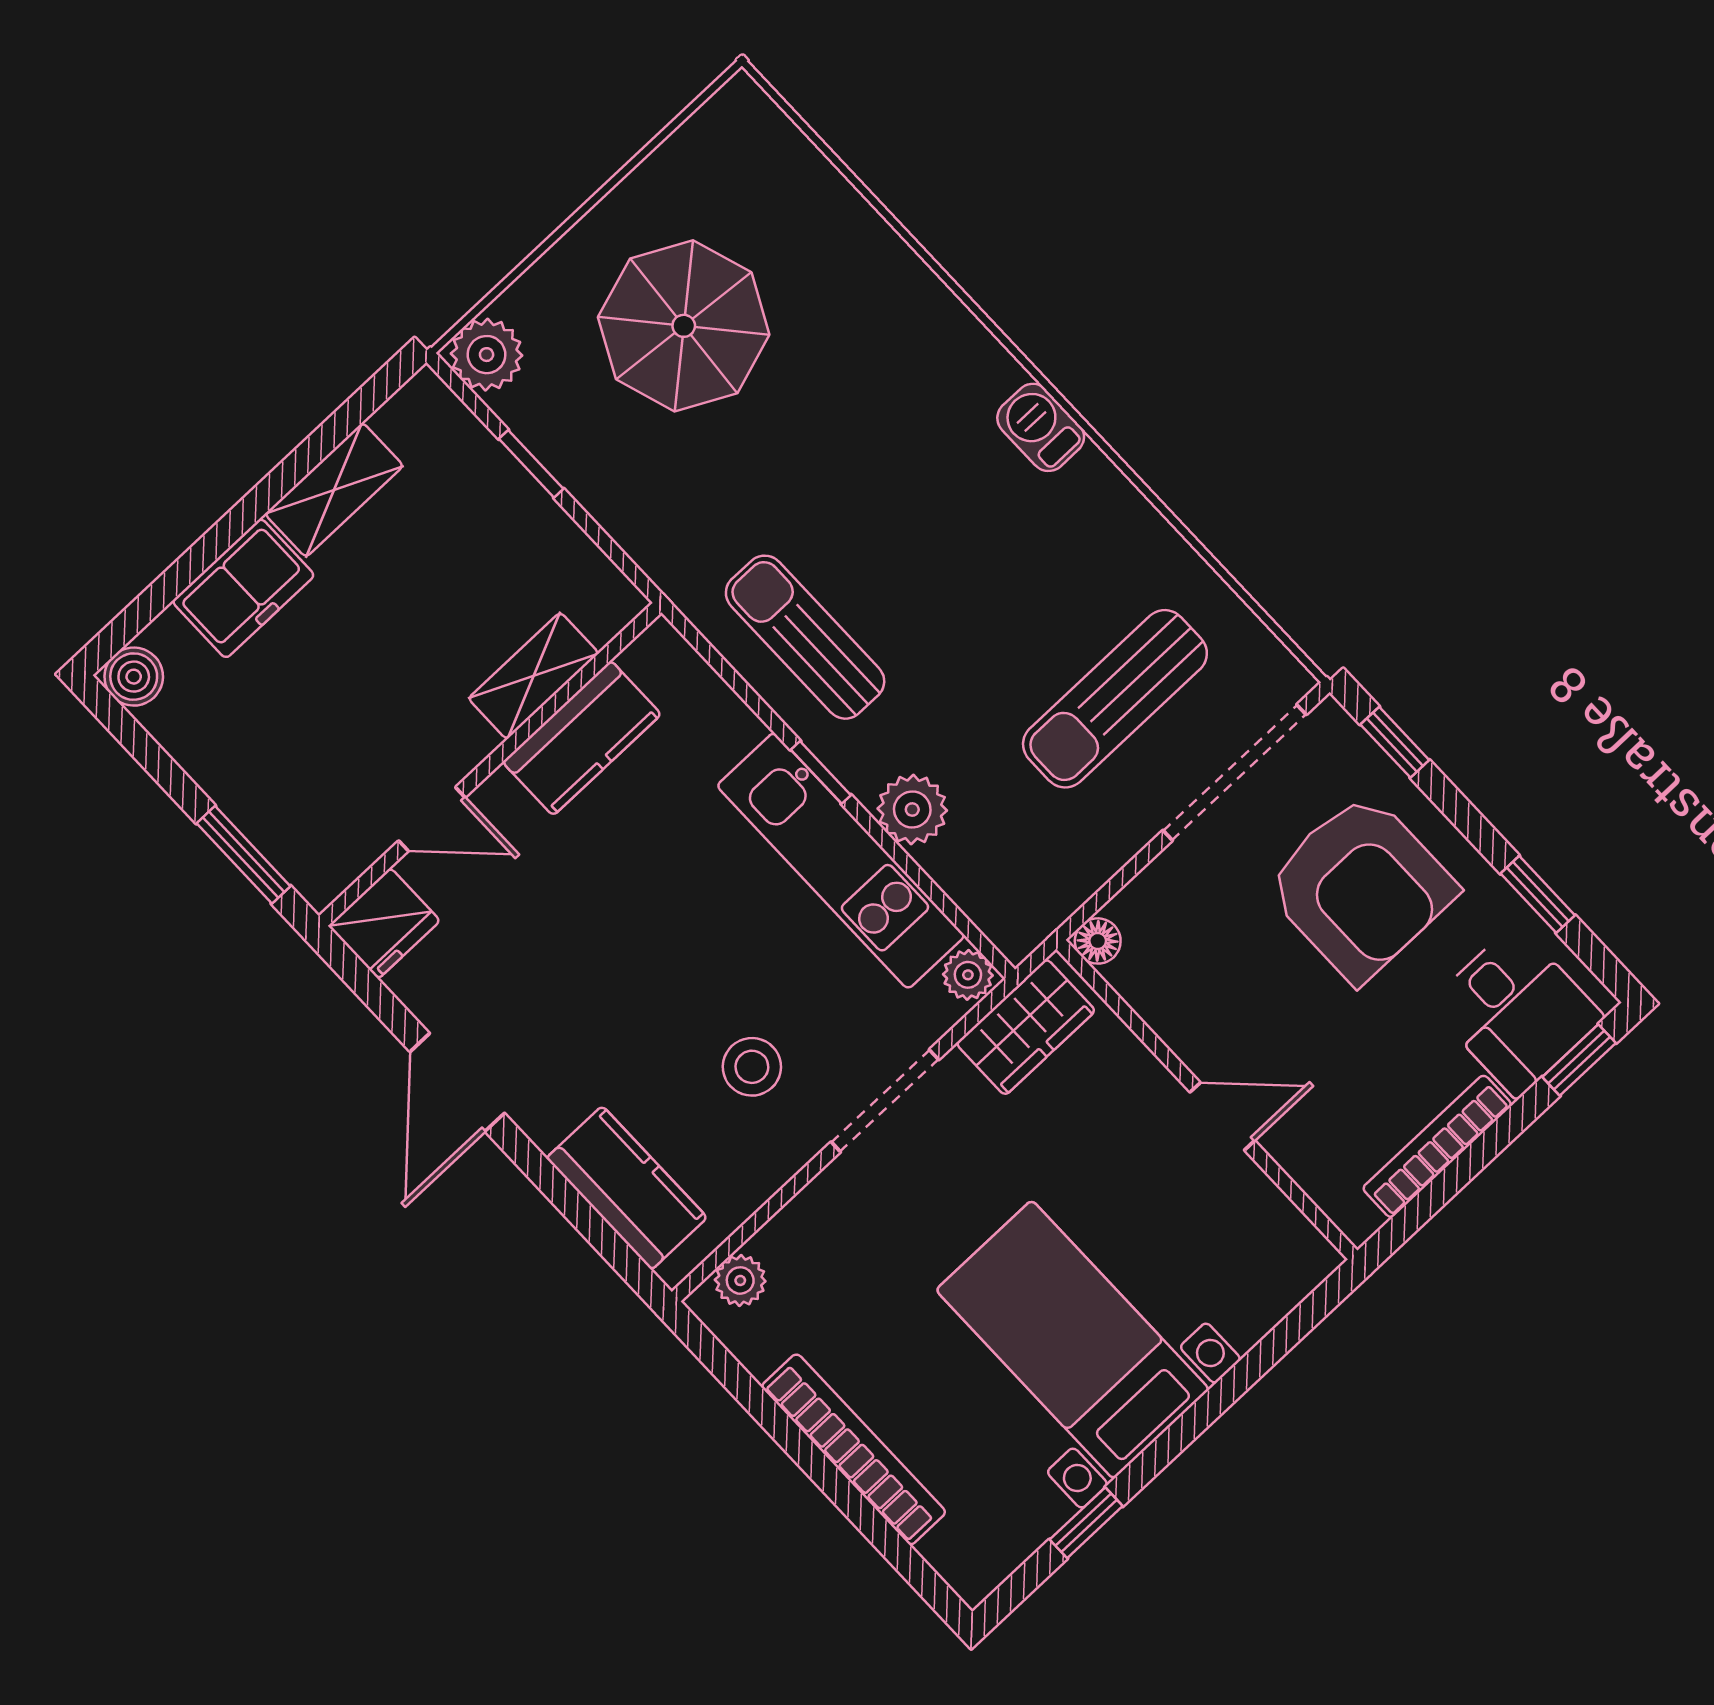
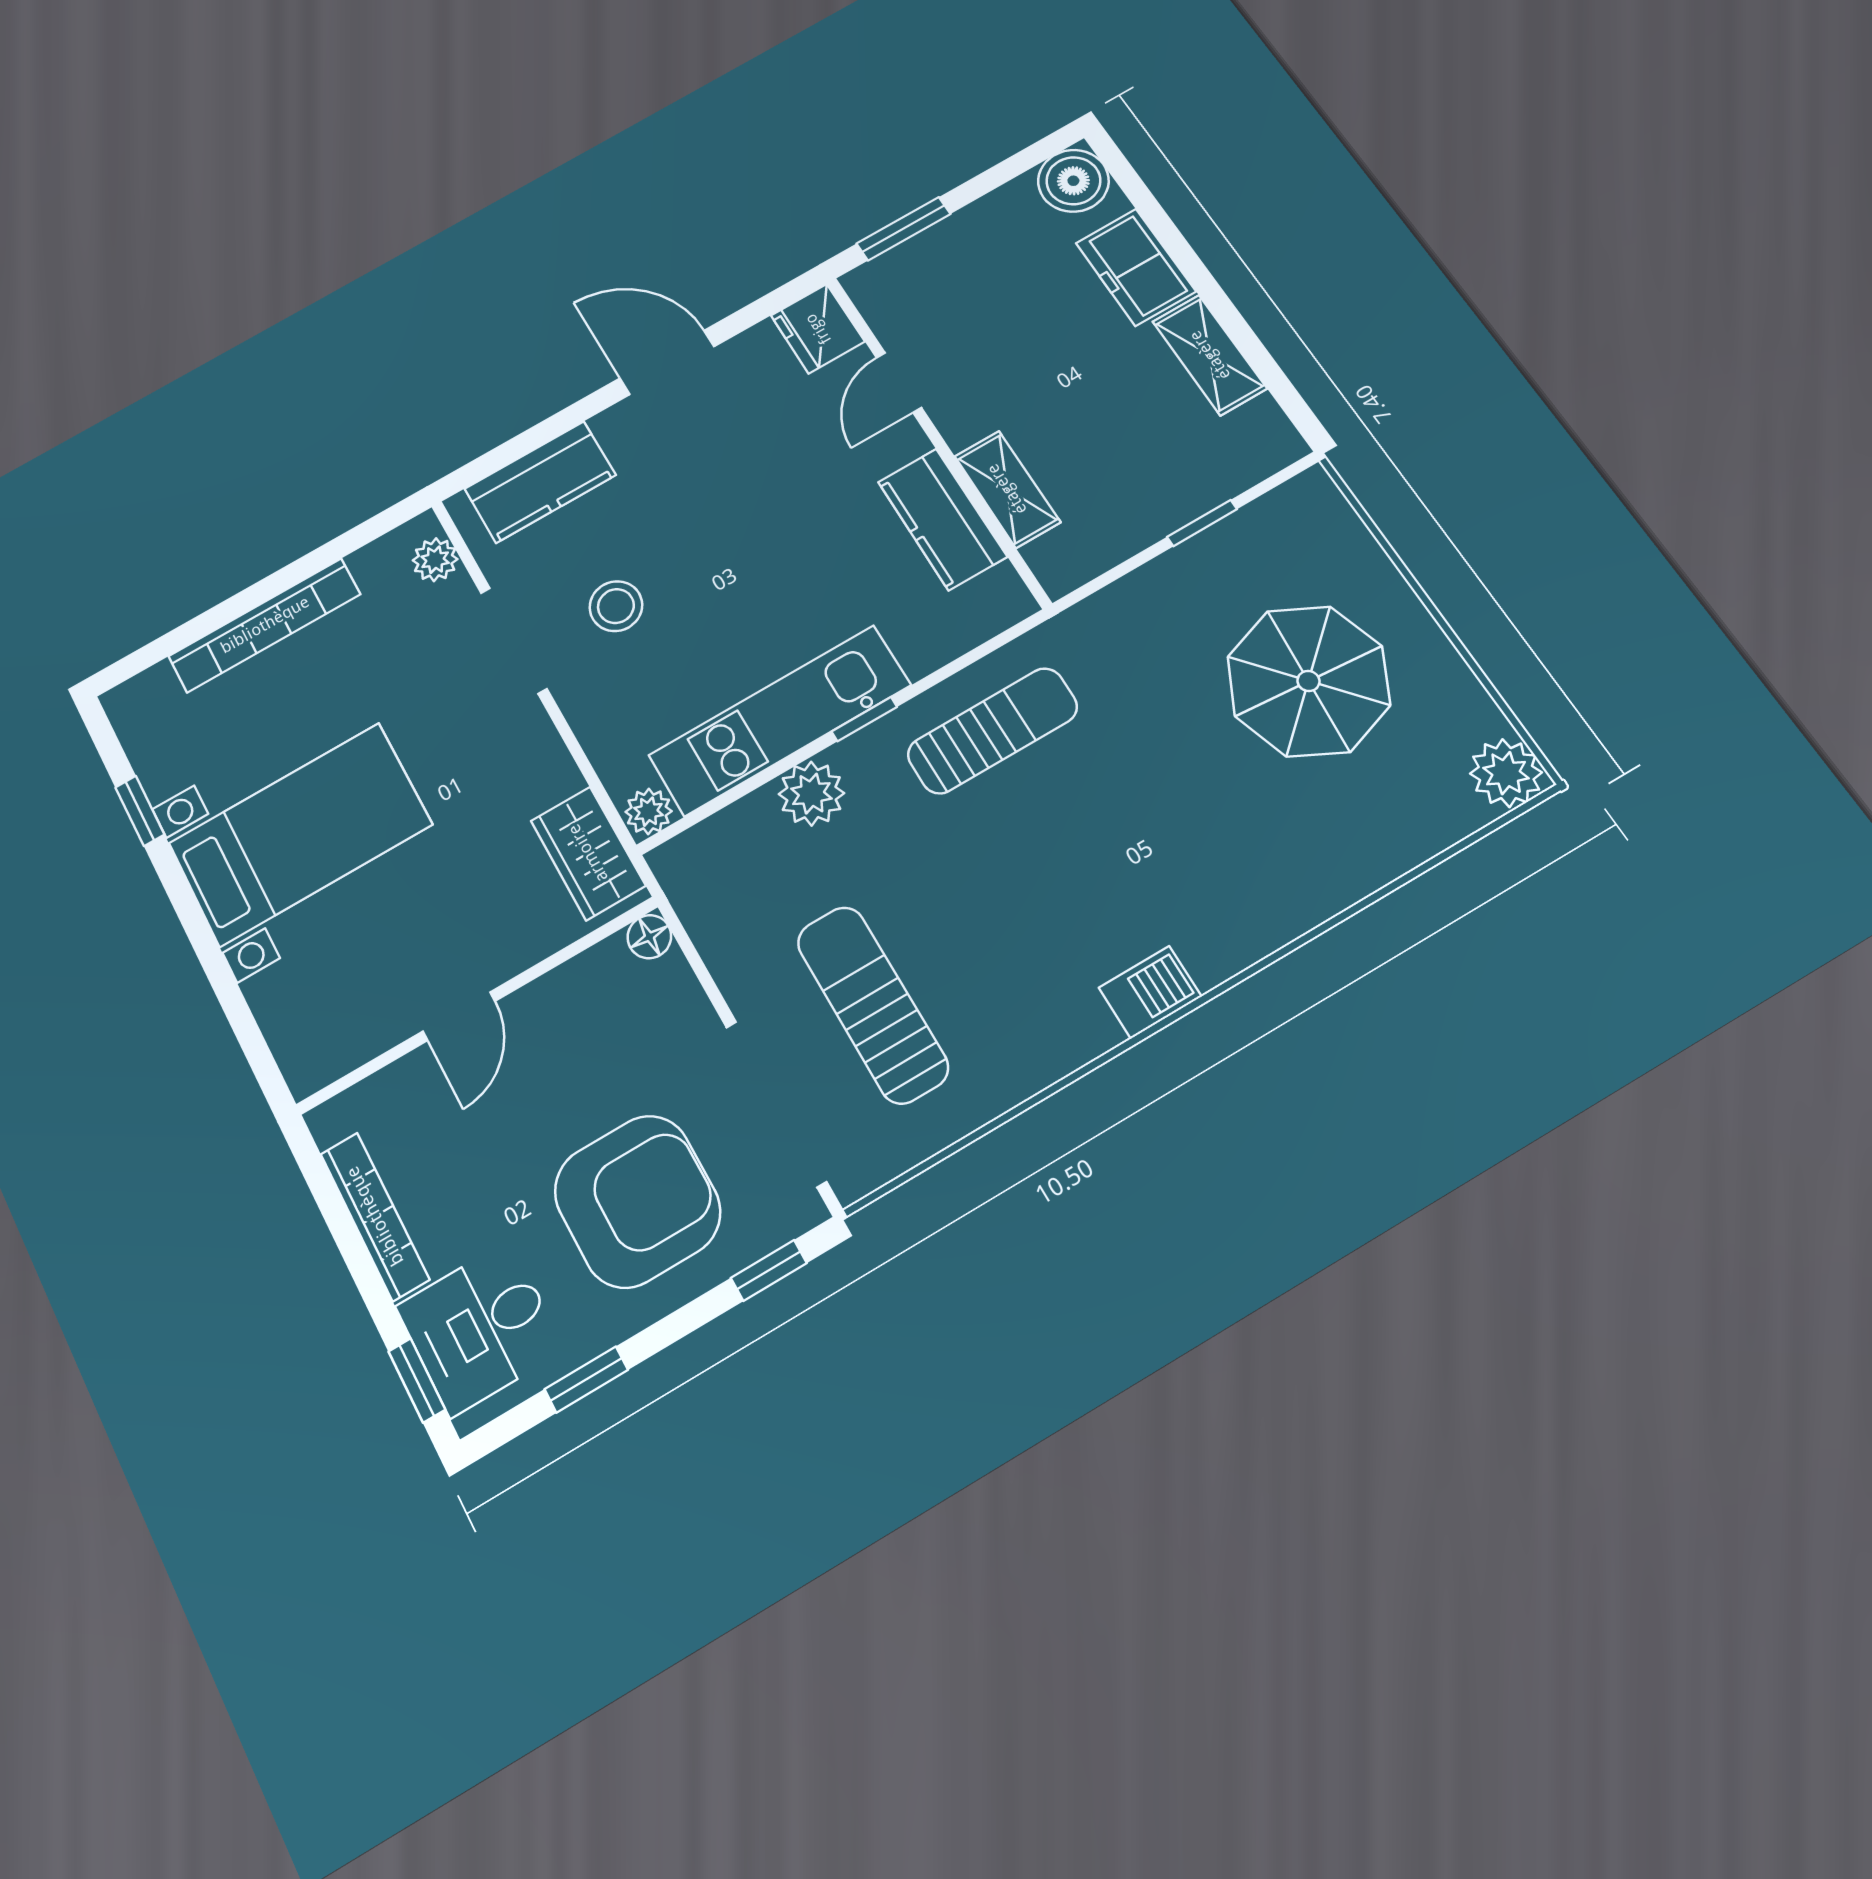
plant: (487, 355) -> (1506, 773), moved
boiler: (134, 677) -> (1073, 181), width x1.36, depth x1.36
armchair: (1360, 887) -> (637, 1201), turned 180
doorway: (885, 1101) -> (514, 640), moved

